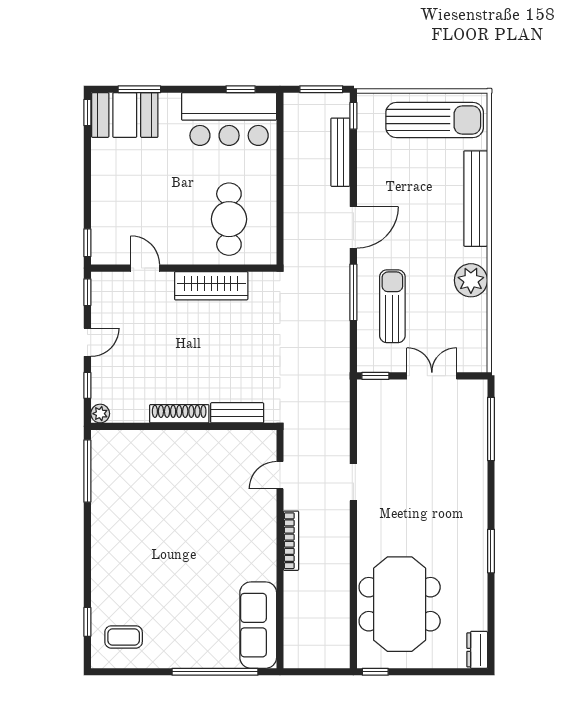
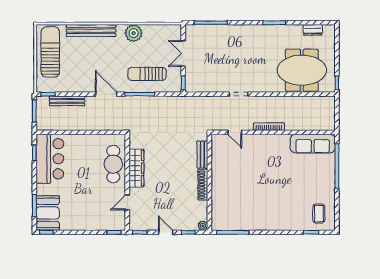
cafe table: (229, 219) -> (113, 164), moved, turned 90
dresser: (477, 650) -> (313, 30), moved

